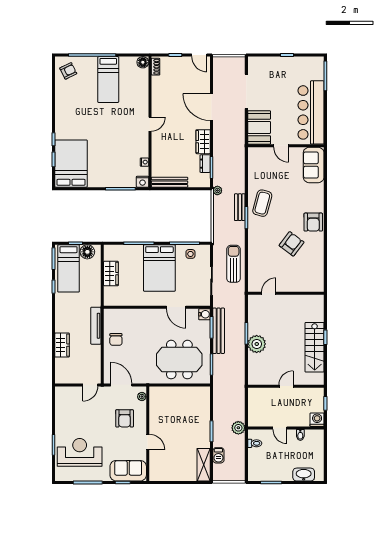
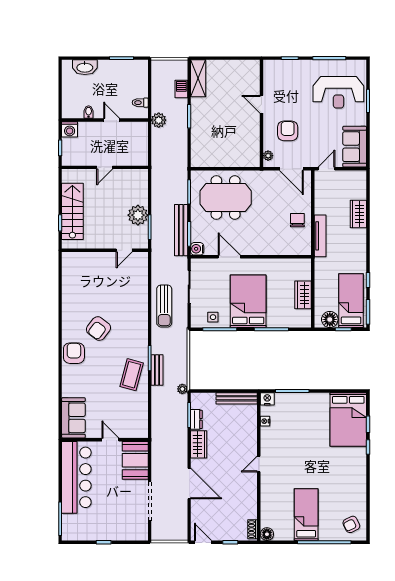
door: (269, 293) -> (124, 250), moved
wall: (286, 293) -> (105, 250), moved
sofa: (128, 471) -> (355, 147), moved, turned 90

